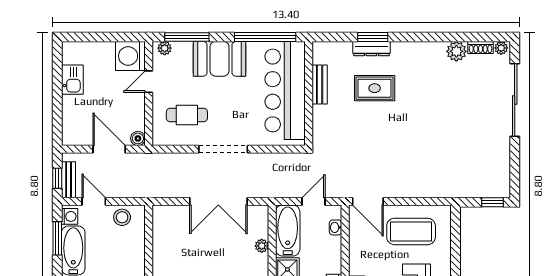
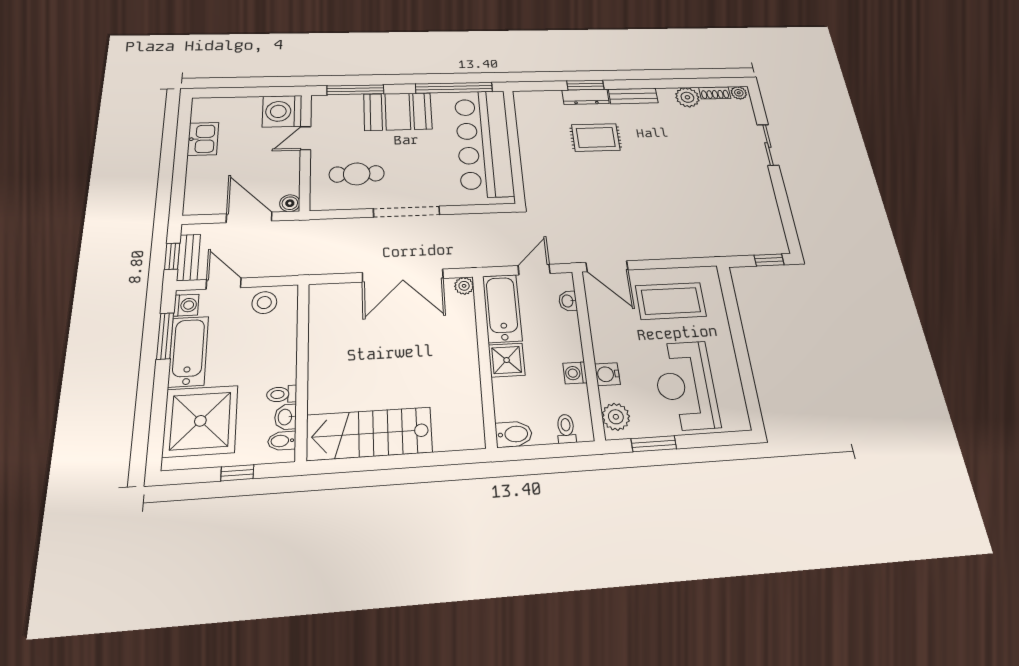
plant: (165, 48) -> (327, 102), removed
bench: (320, 84) -> (633, 96), moved, turned 90
sliding door: (515, 100) -> (768, 145), width x0.54
plant: (262, 246) -> (464, 286), moved

